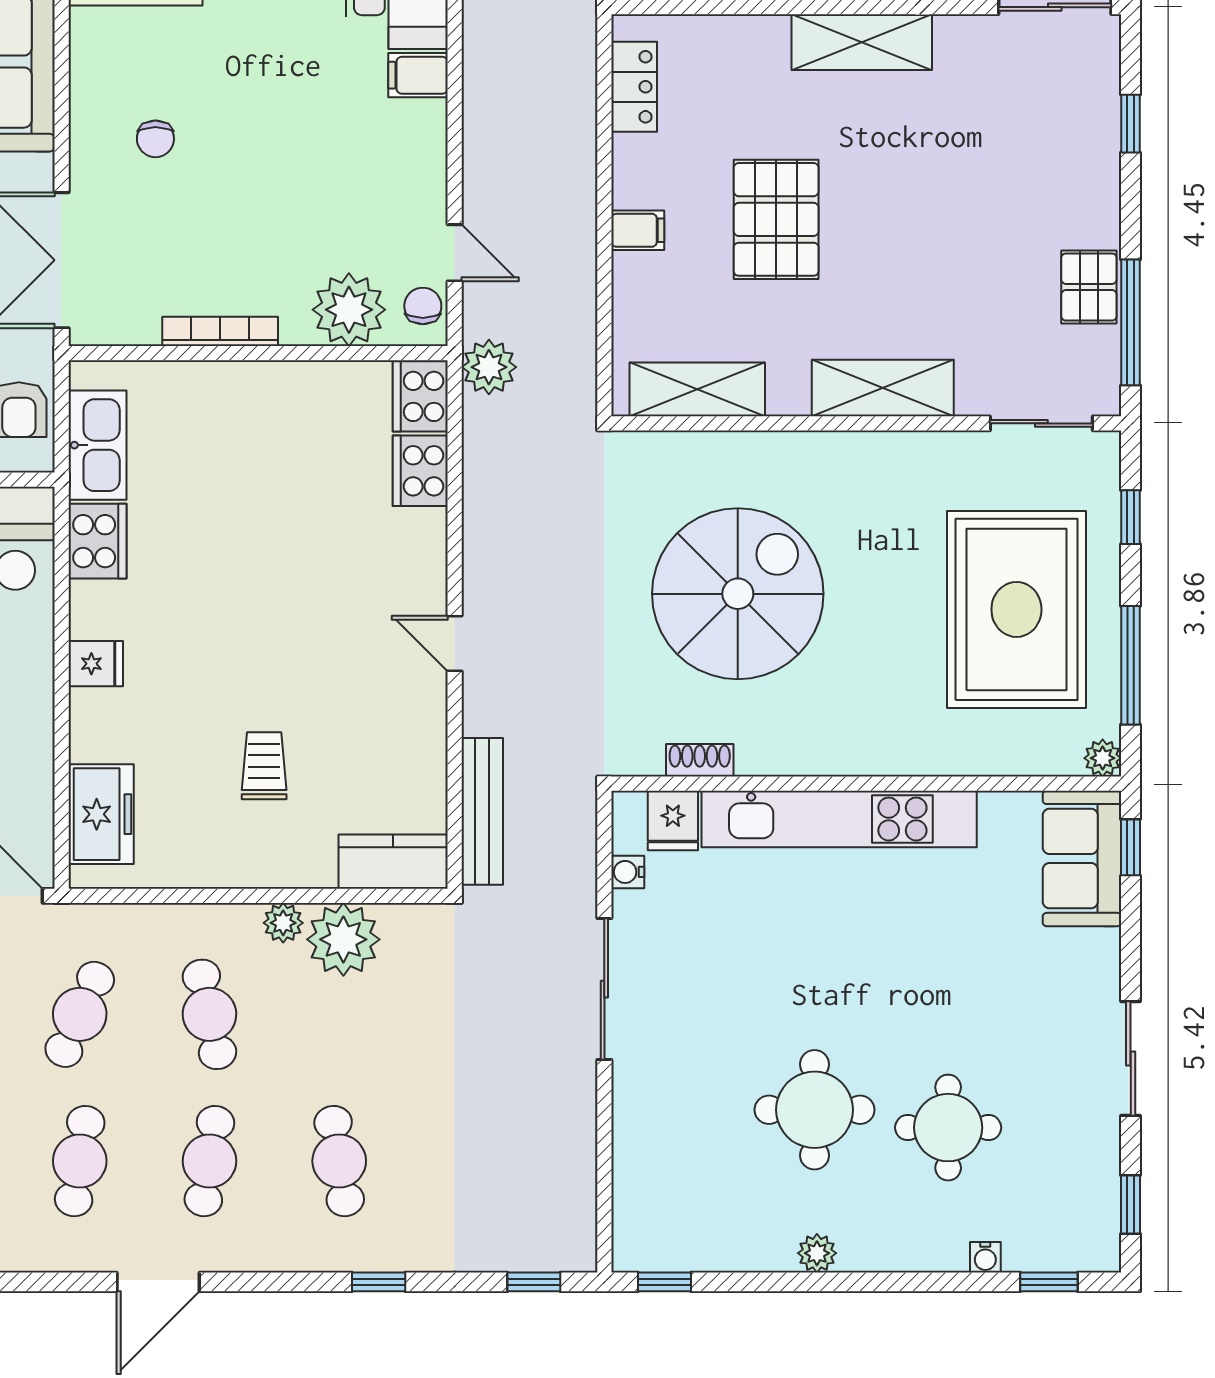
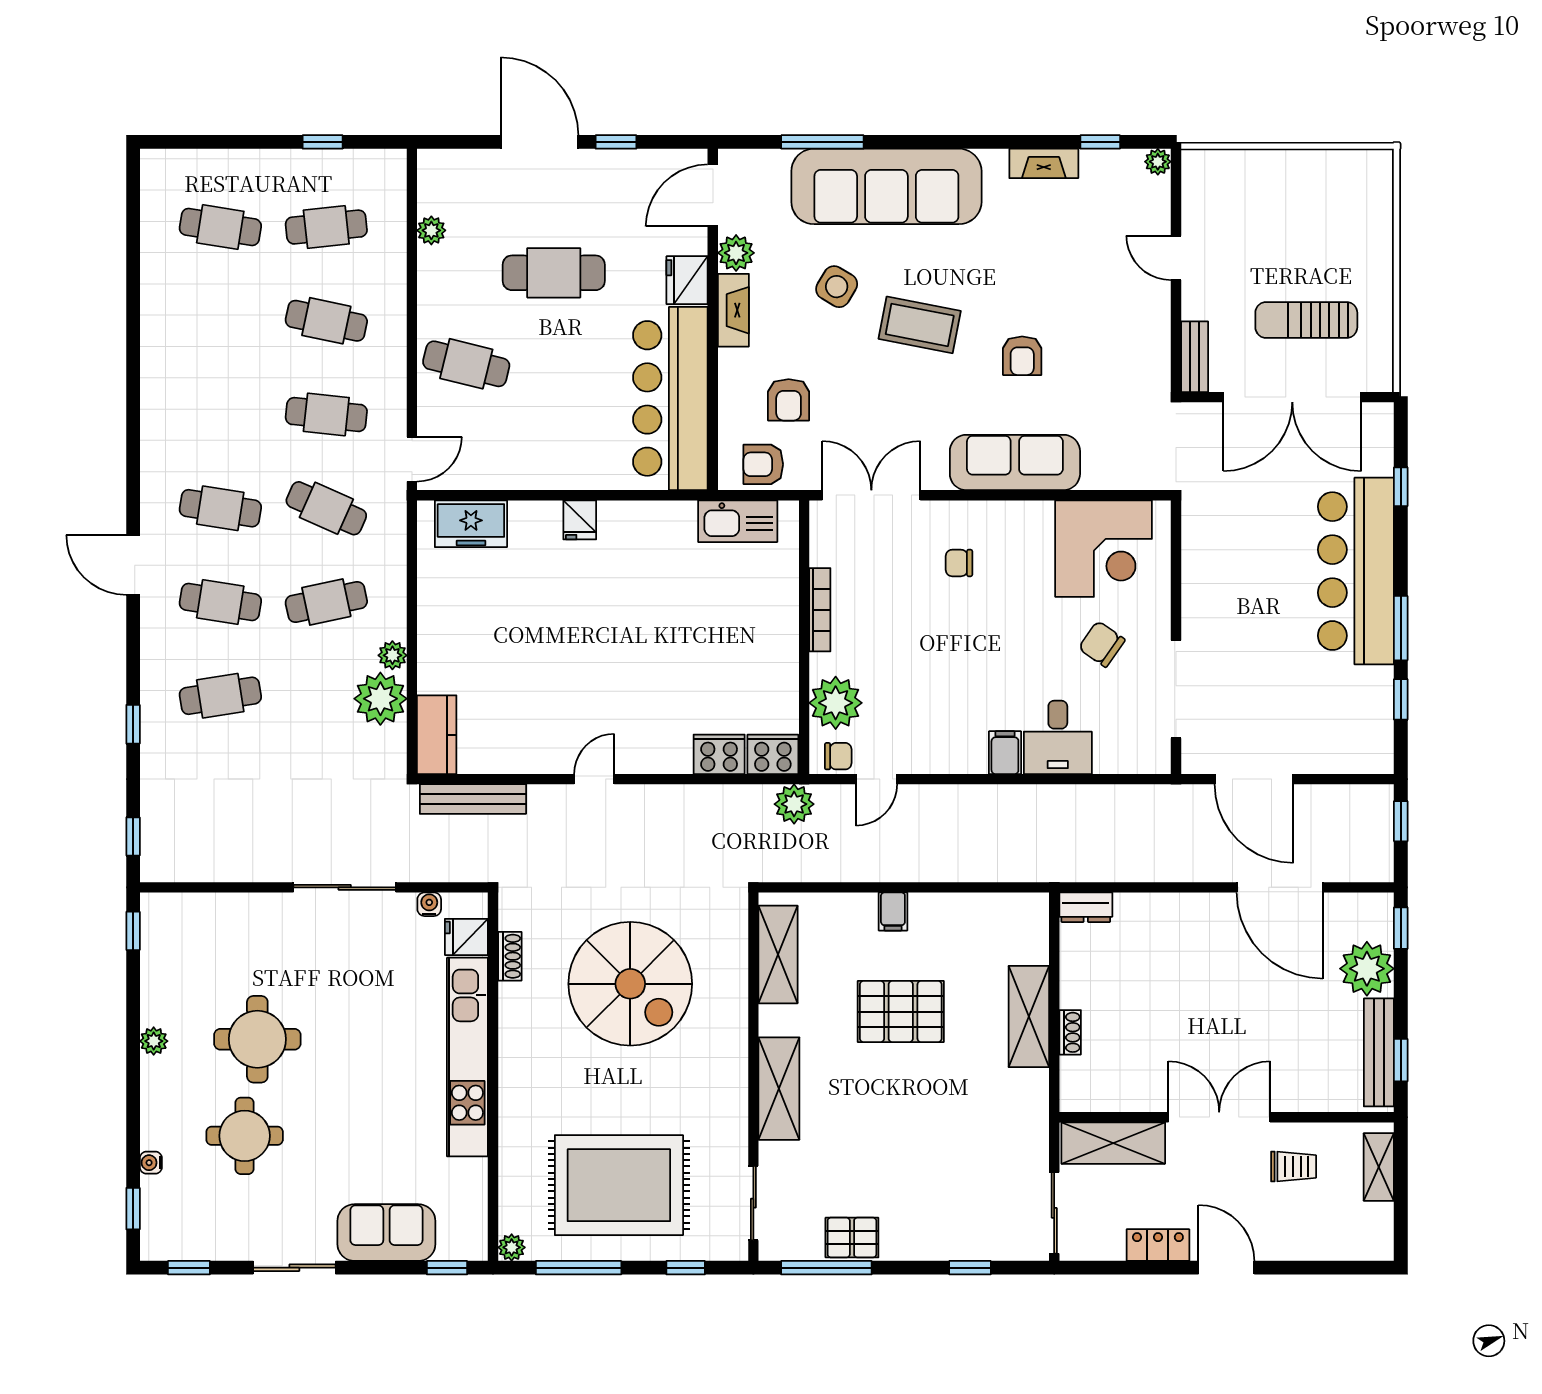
shelving: (862, 42) -> (1029, 1017), moved
locker: (634, 87) -> (997, 909), removed
cooker: (98, 541) -> (668, 521), removed
trolley: (264, 766) -> (506, 642), removed
sofa: (1082, 858) -> (386, 1233), moved

